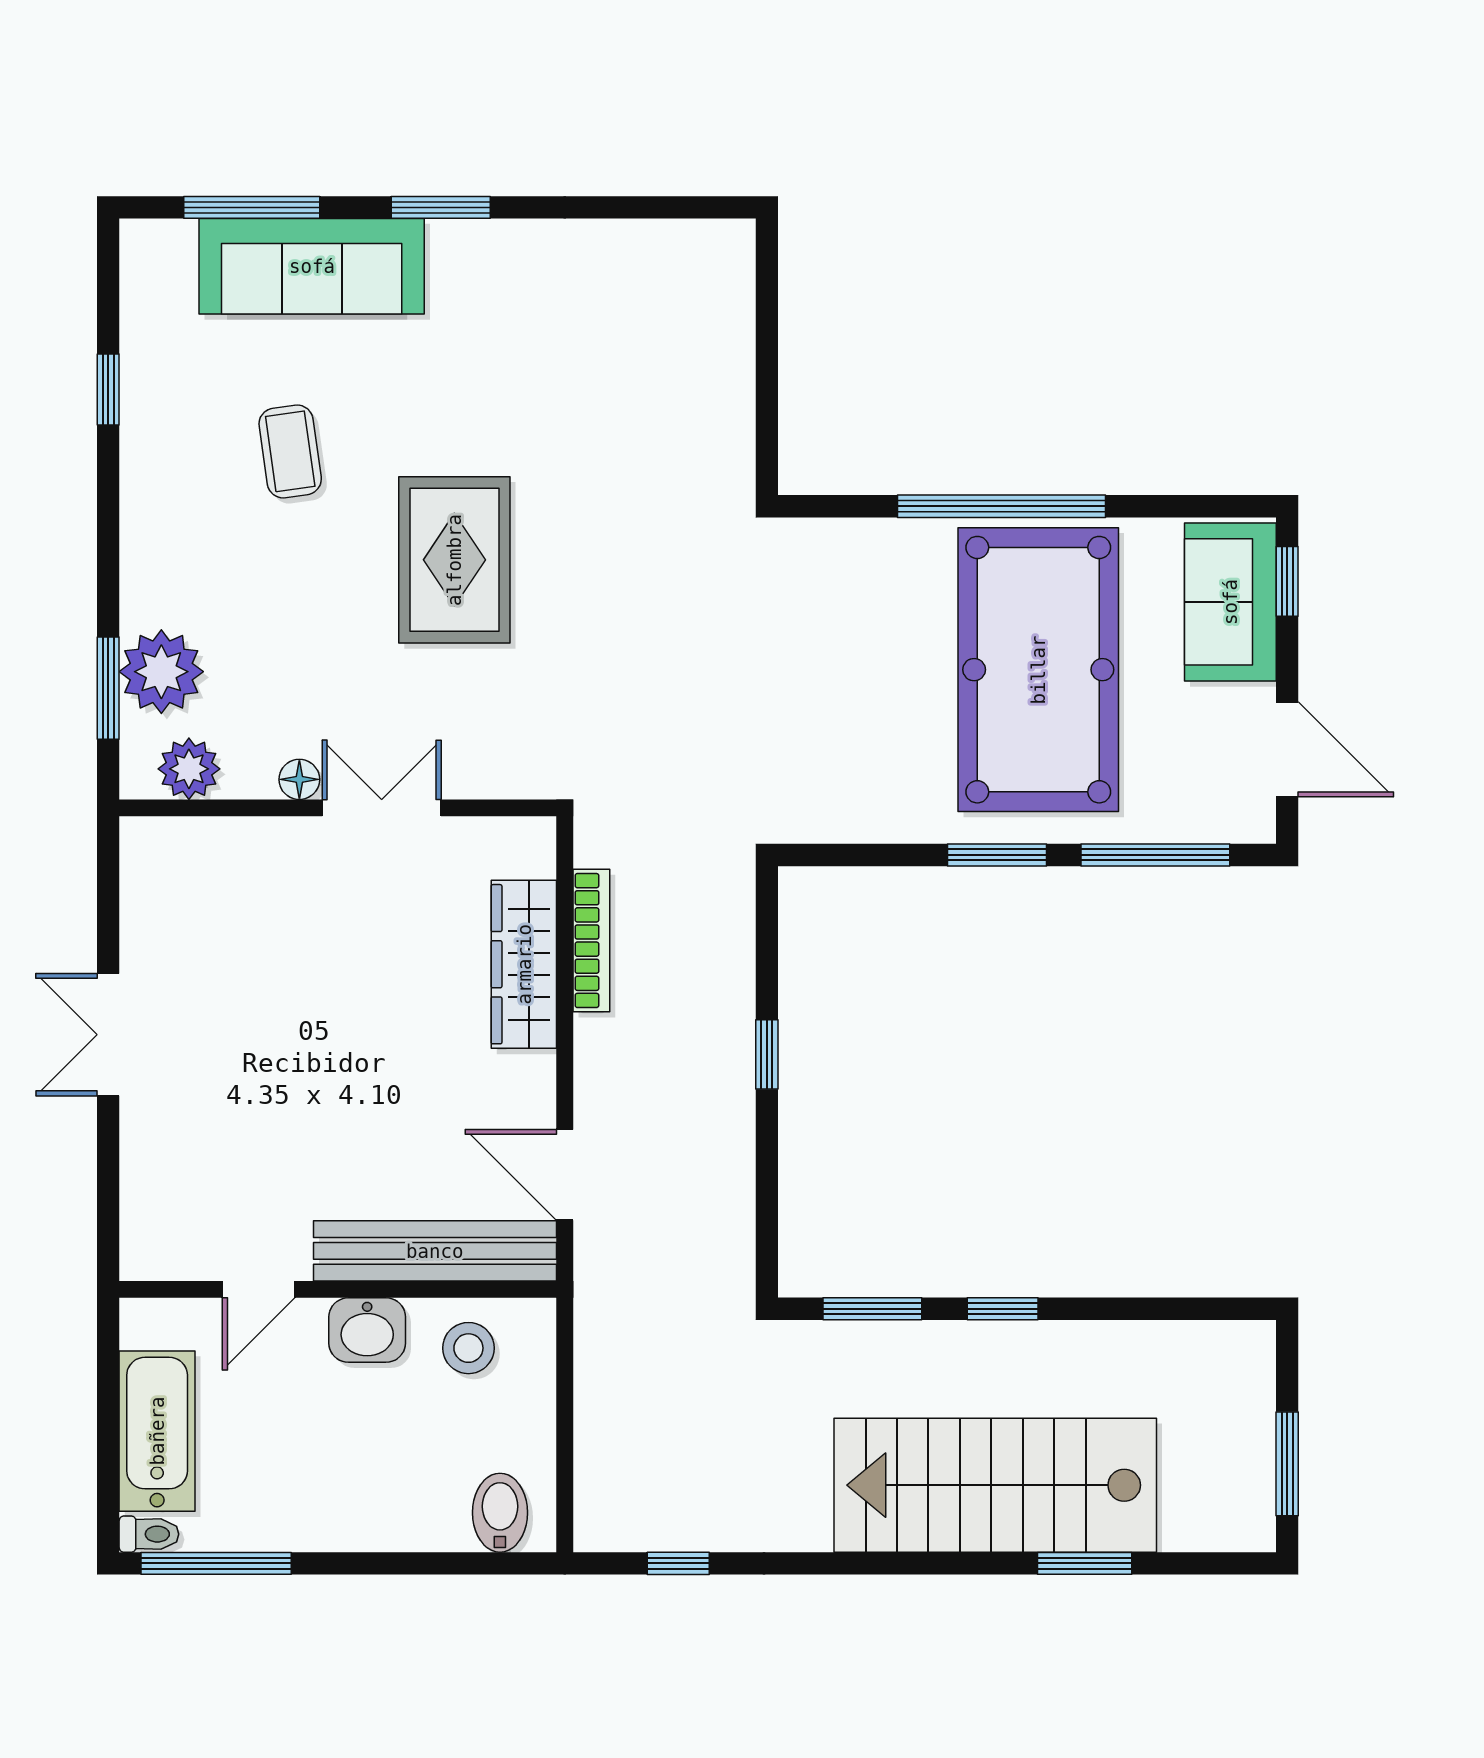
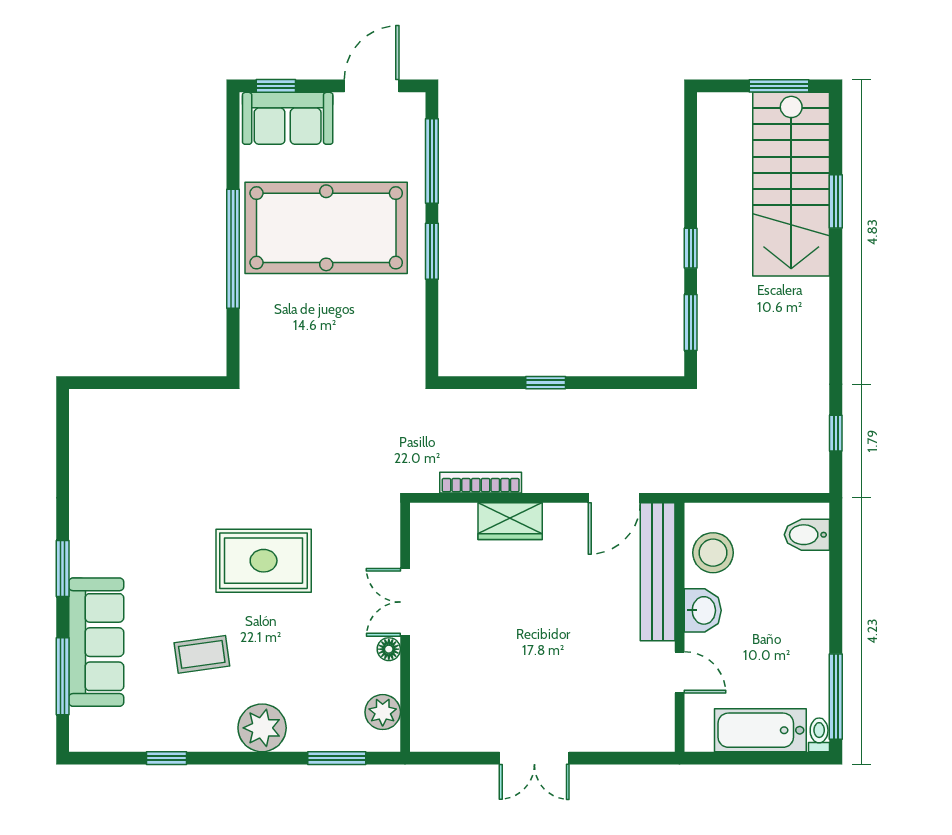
plant: (161, 672) -> (262, 728), moved
wardrobe: (524, 964) -> (510, 521), width x0.67
stool: (468, 1348) -> (713, 553), width x1.38, depth x1.38
stairs: (995, 1485) -> (791, 184), moved

